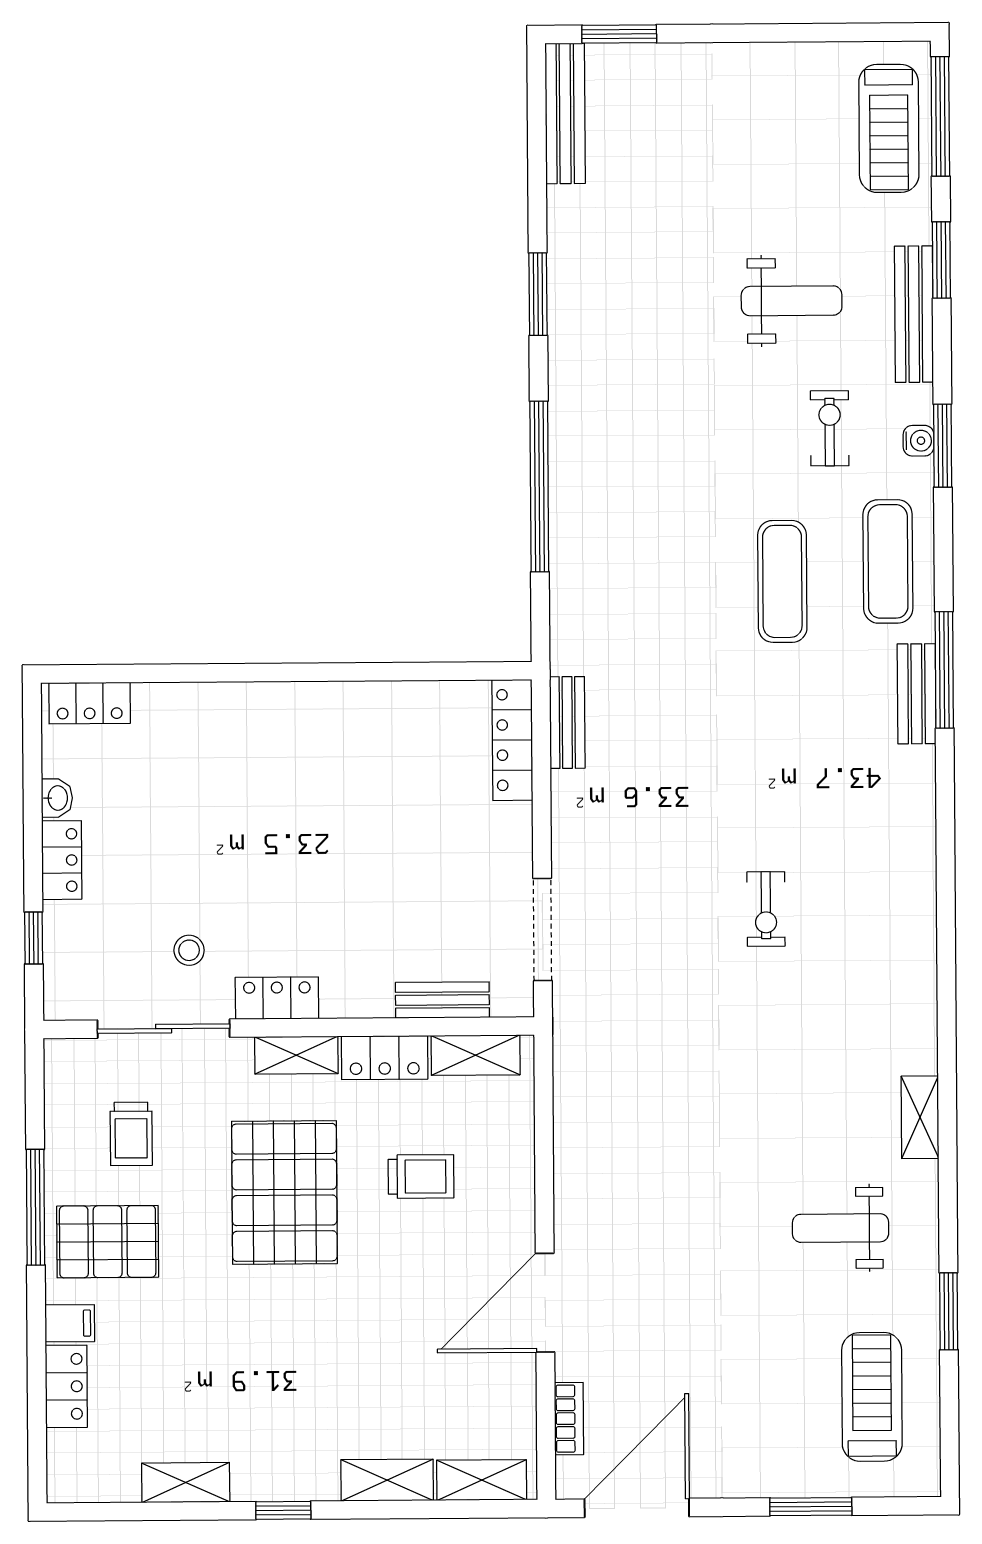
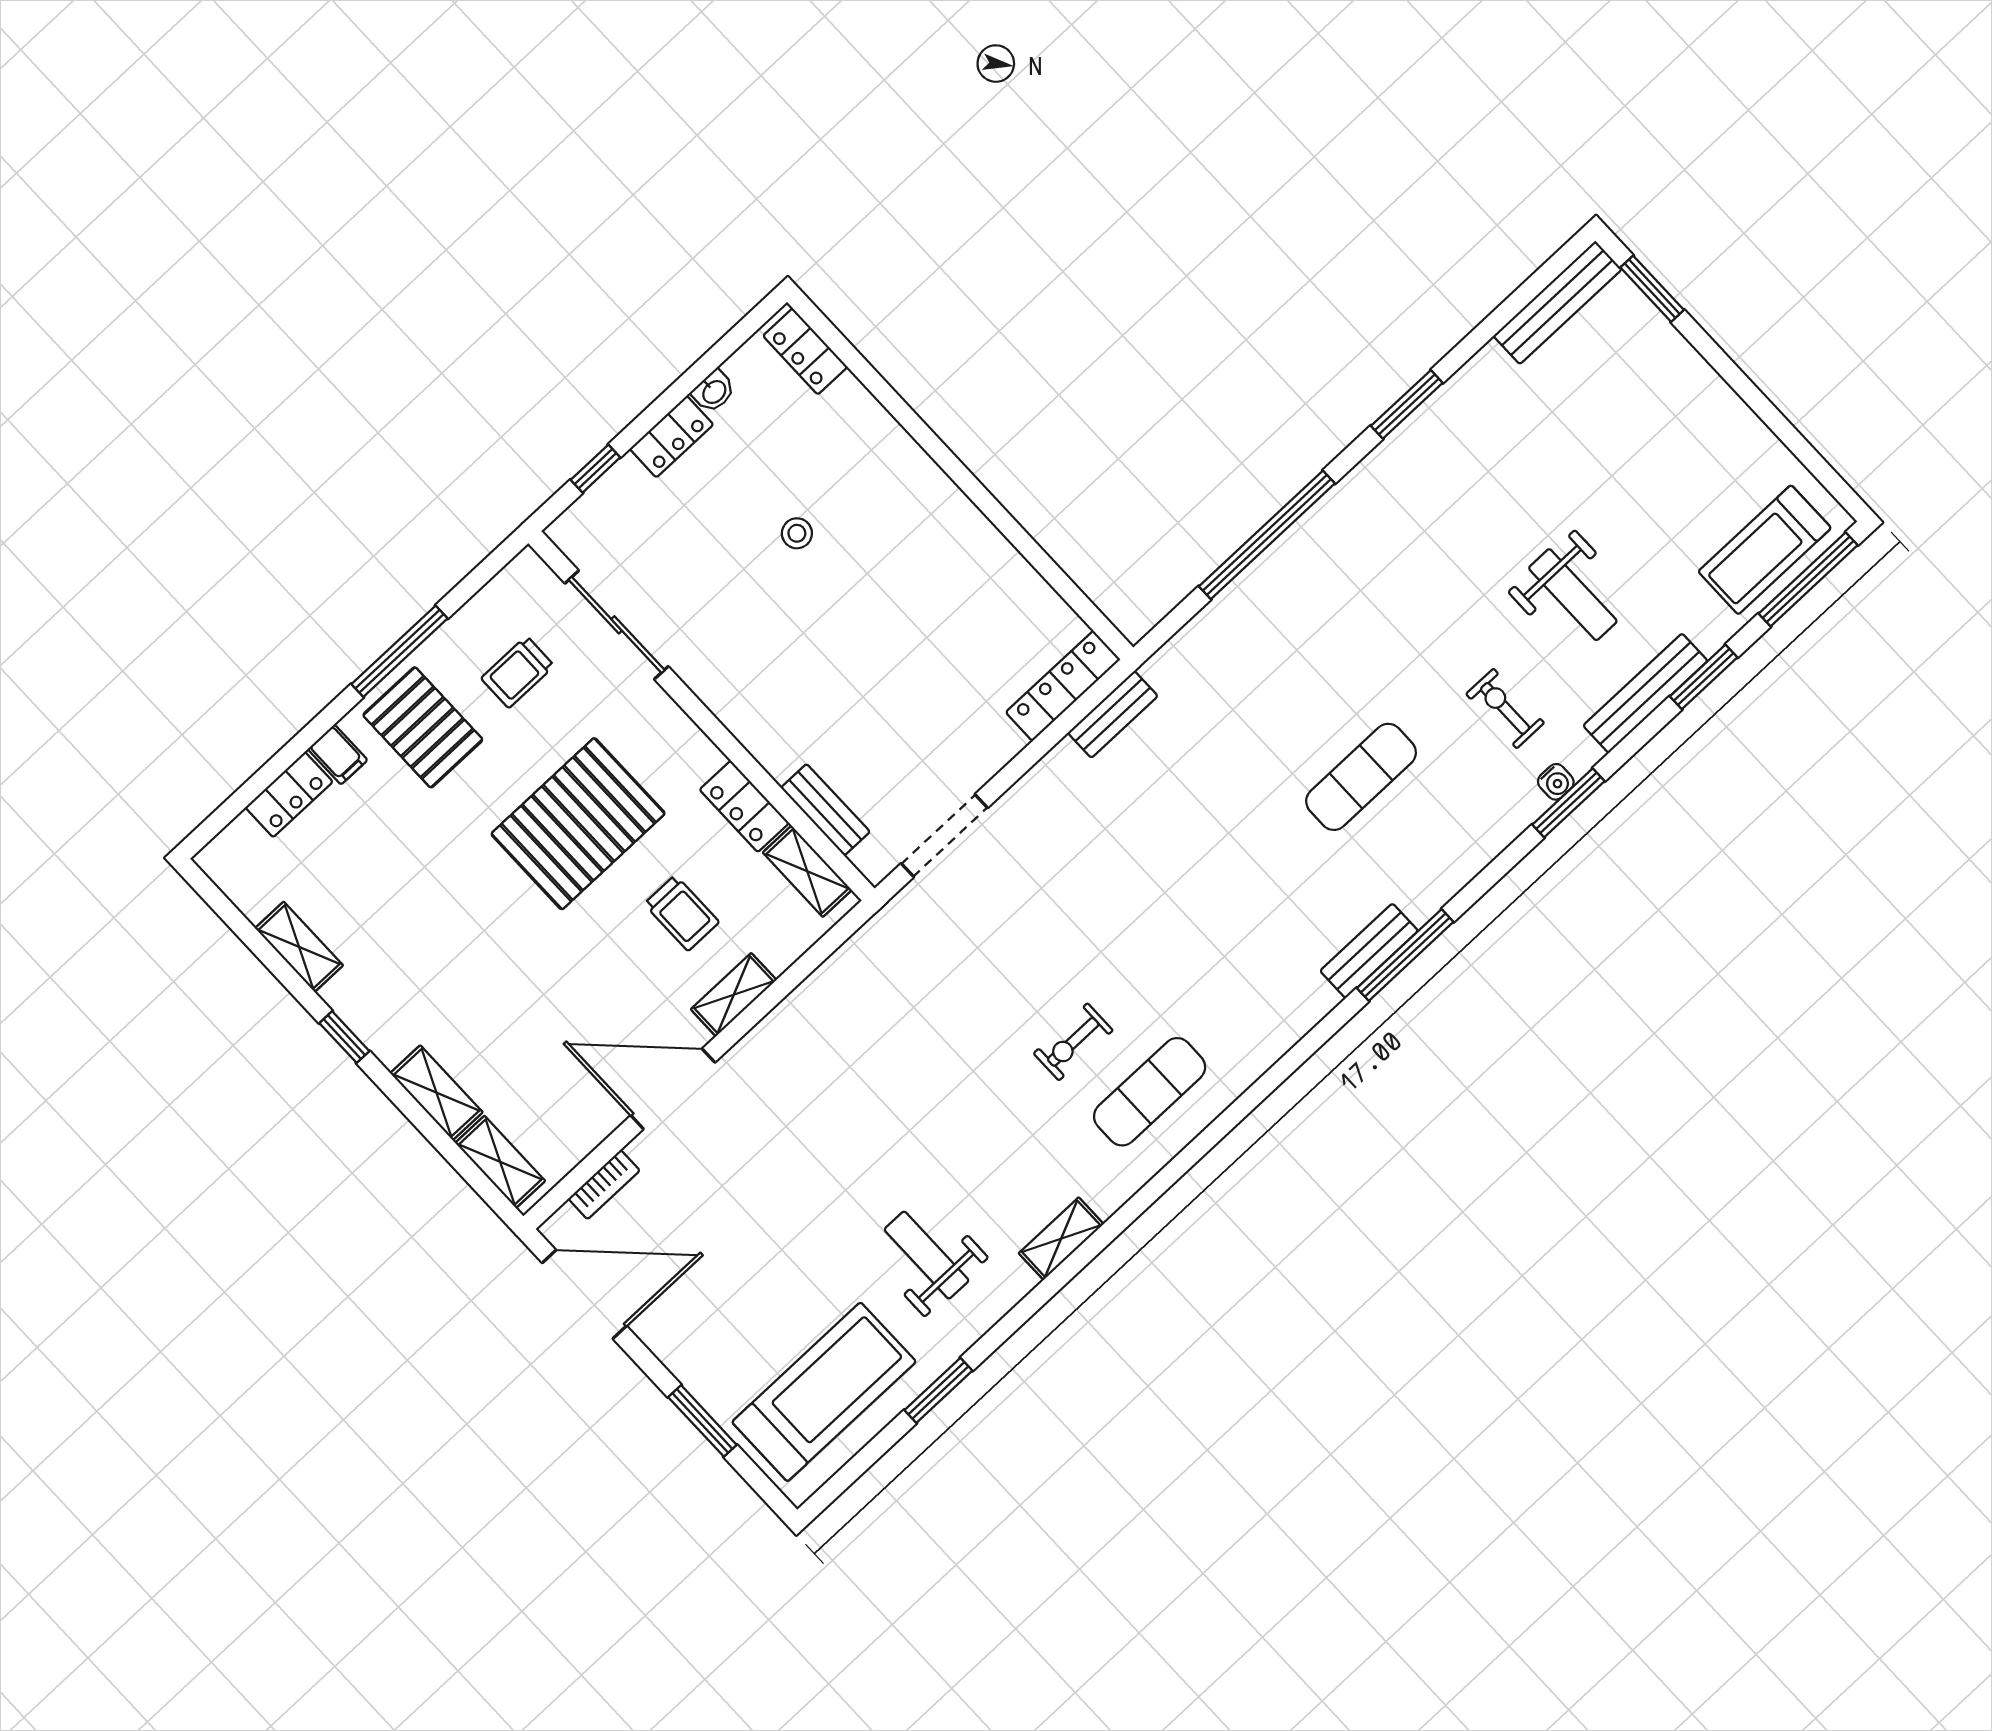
exercise bike: (830, 428) -> (1505, 708), turned -90
exercise mat: (888, 561) -> (1150, 1092), moved
exercise bike: (766, 909) -> (1073, 1042), moved
stool: (189, 950) -> (797, 533), moved
locker: (277, 998) -> (715, 687), removed
shelving: (296, 1055) -> (734, 995), moved, turned 90
treadmill: (872, 1397) -> (824, 1392), width x1.37, depth x1.38

